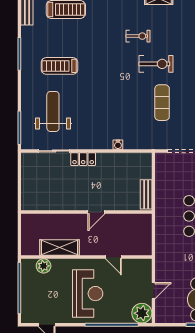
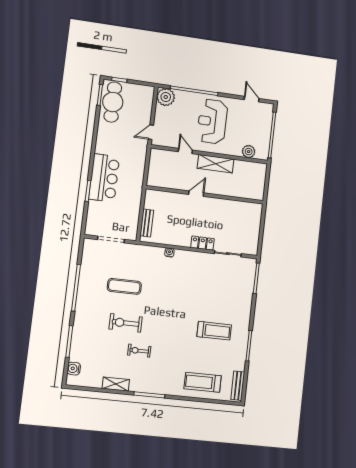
exercise mat: (162, 103) -> (124, 286), turned 90
weight bench: (53, 111) -> (225, 290), removed
bench: (146, 194) -> (147, 223), moved
shelving: (59, 248) -> (216, 164), moved
door: (153, 291) -> (151, 132), moved

